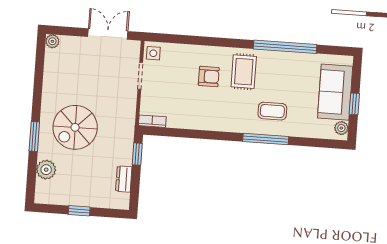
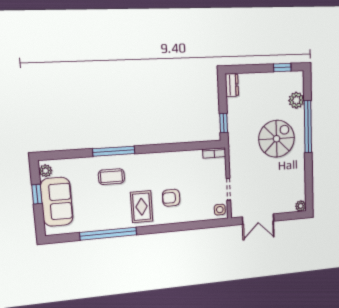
window: (34, 136) -> (308, 127), width x2.11
dresser: (124, 179) -> (232, 85), moved
window: (79, 211) -> (282, 68), moved

